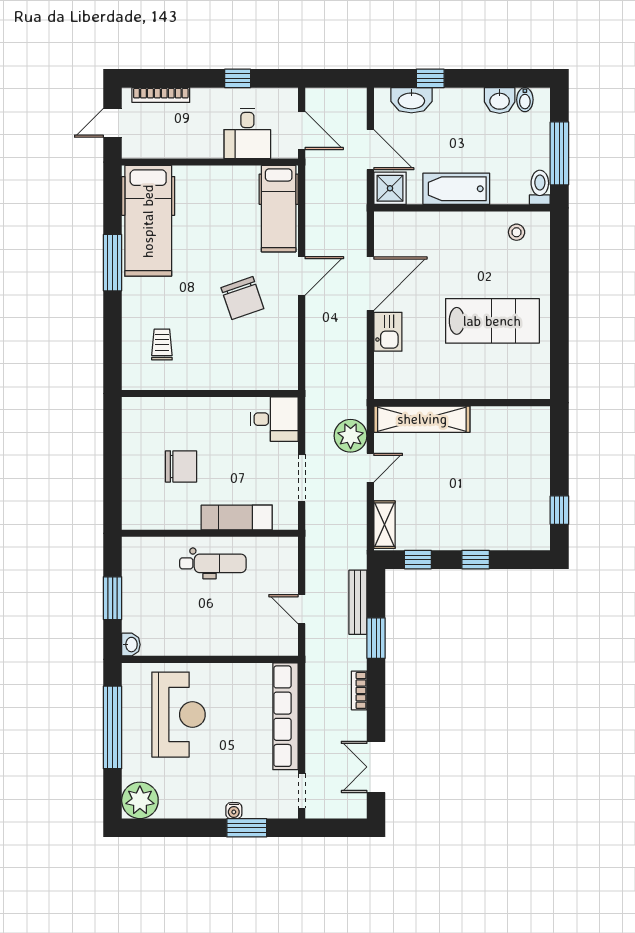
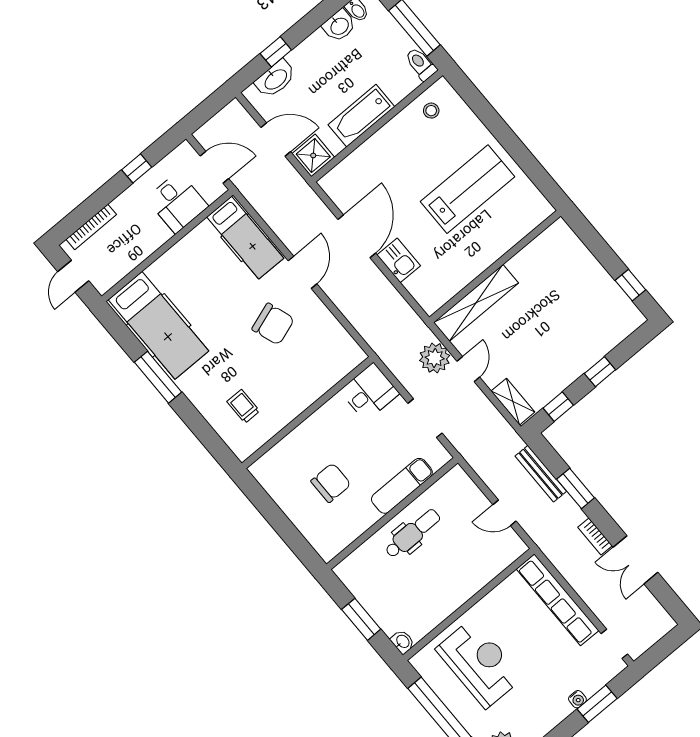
double door: (376, 767) -> (635, 560), moved

